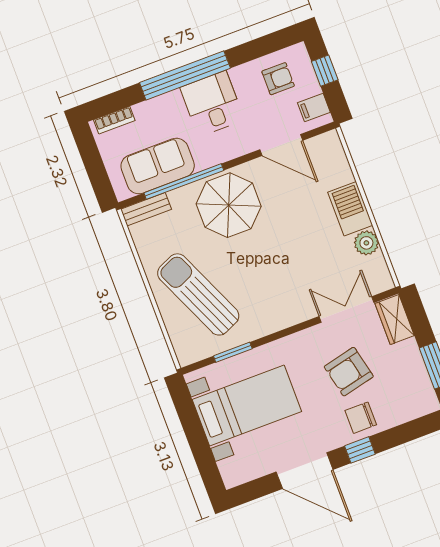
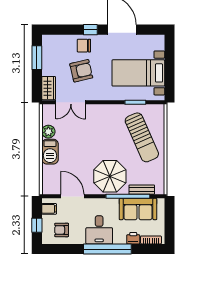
printer: (147, 112) -> (133, 238), added
bench: (146, 209) -> (142, 190), moved
chair: (361, 418) -> (84, 46), turned 180

